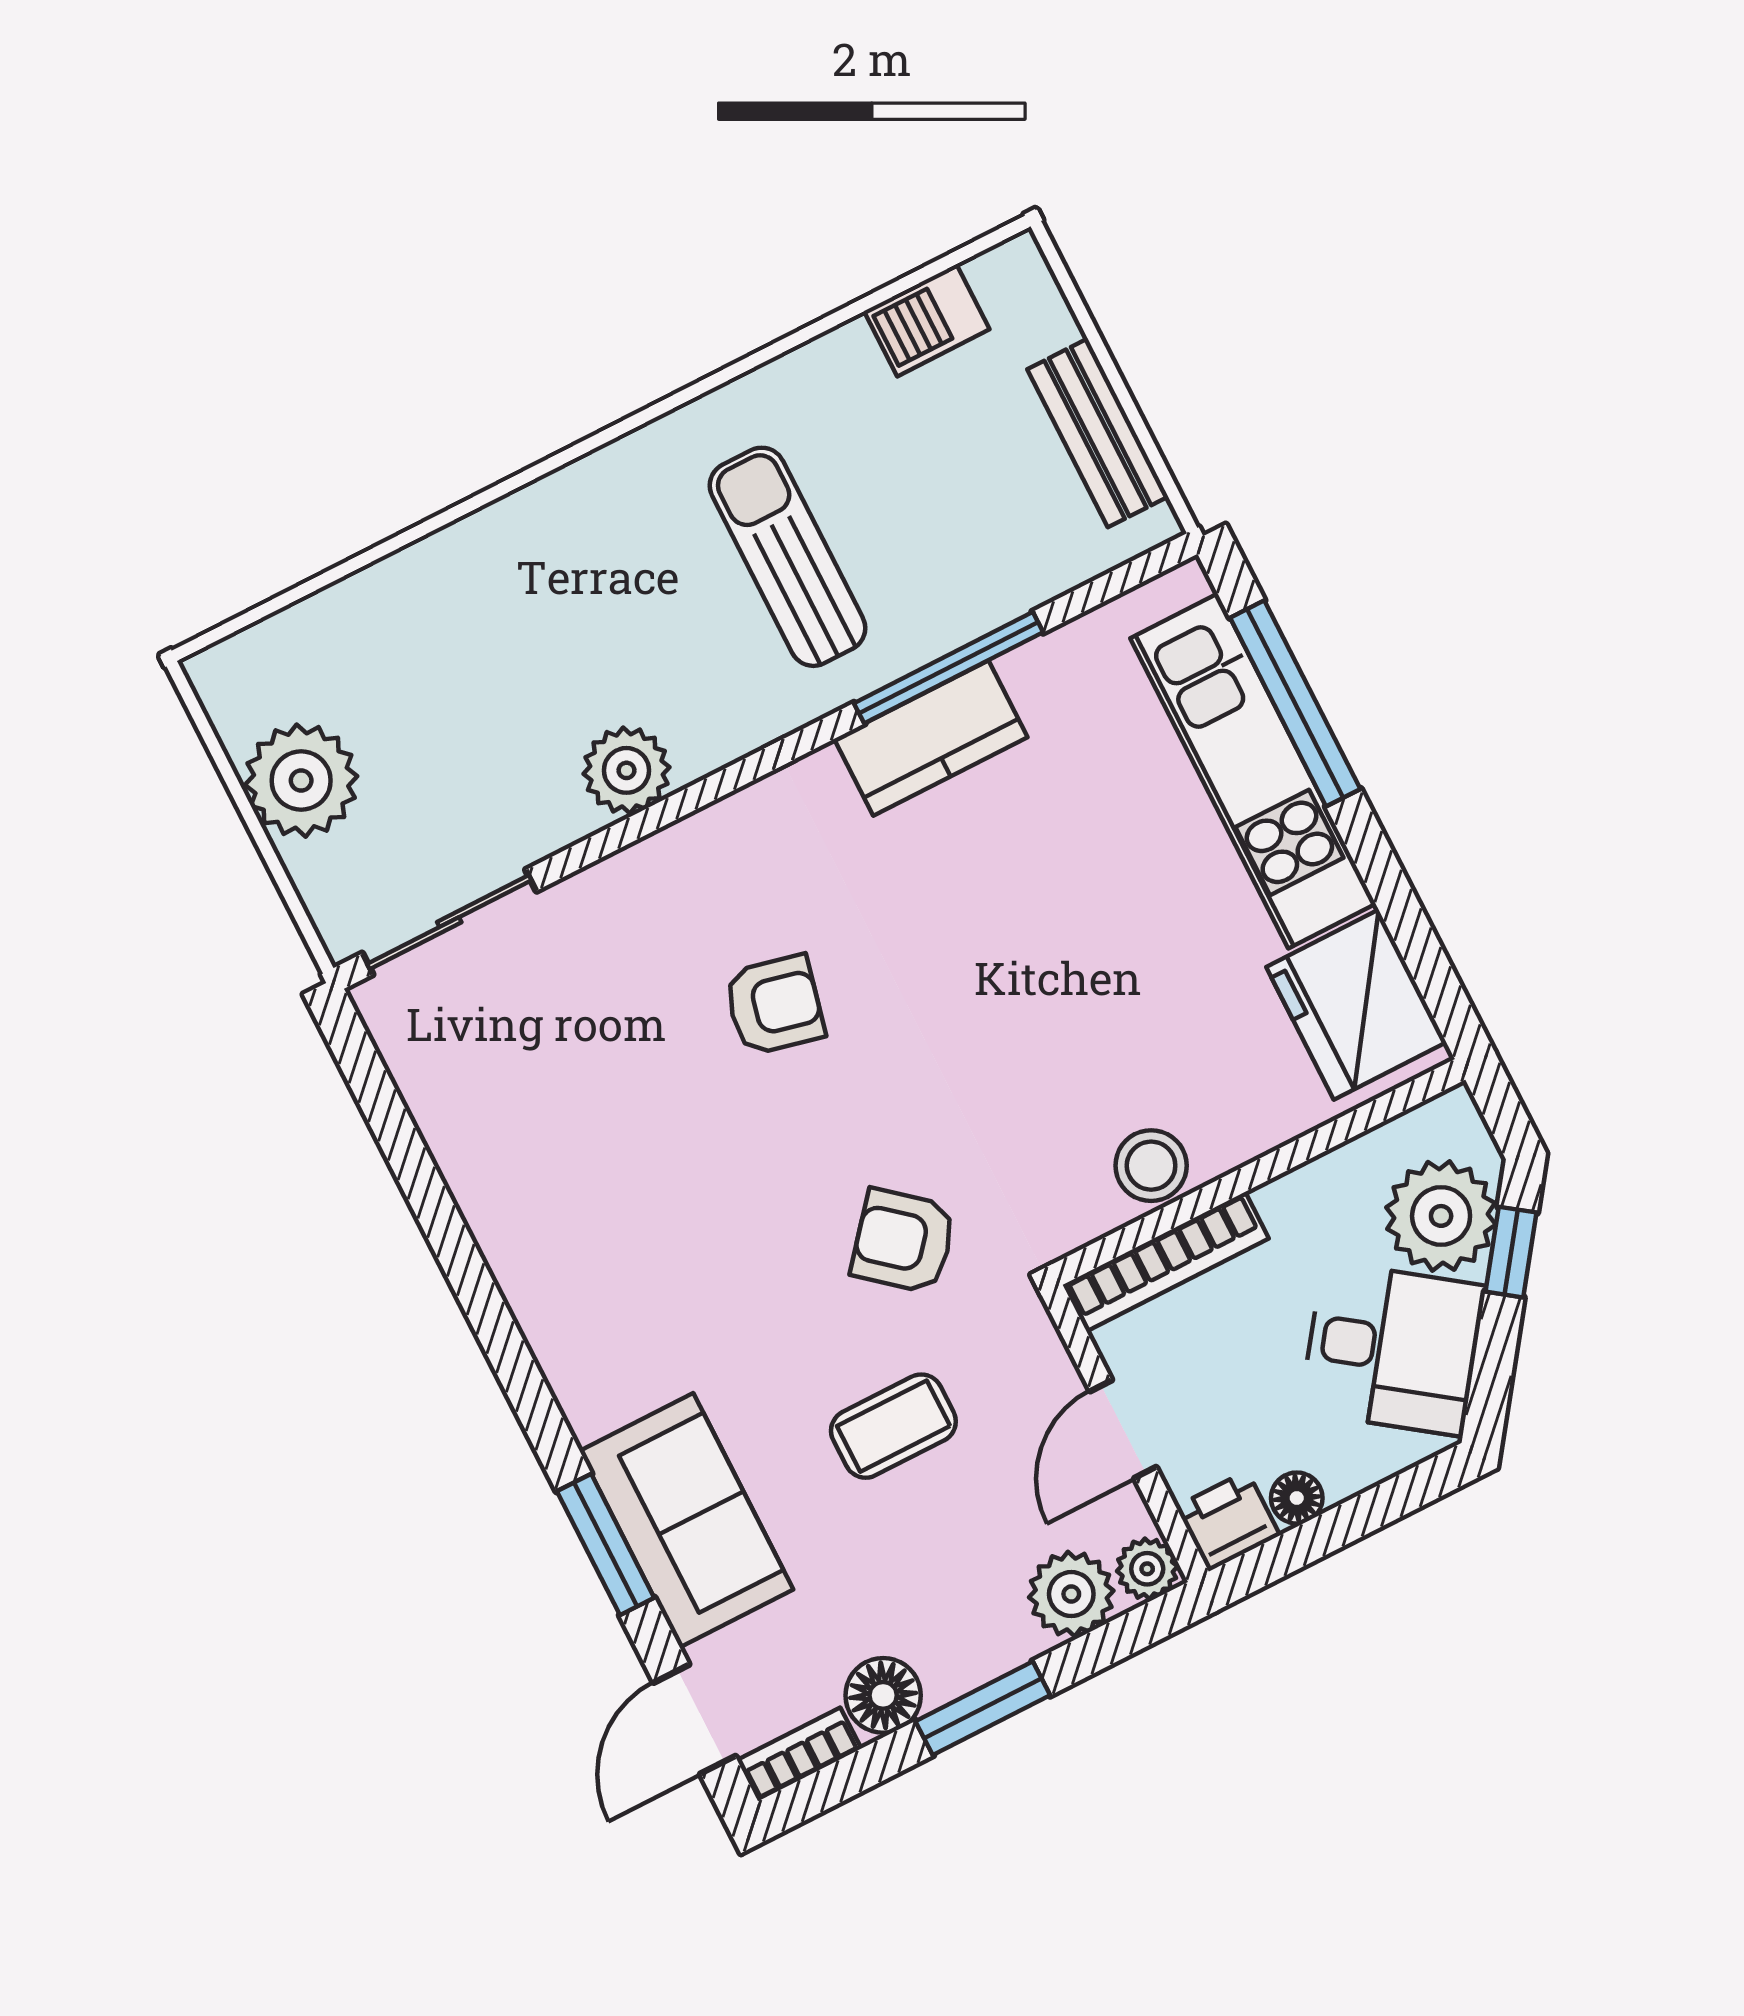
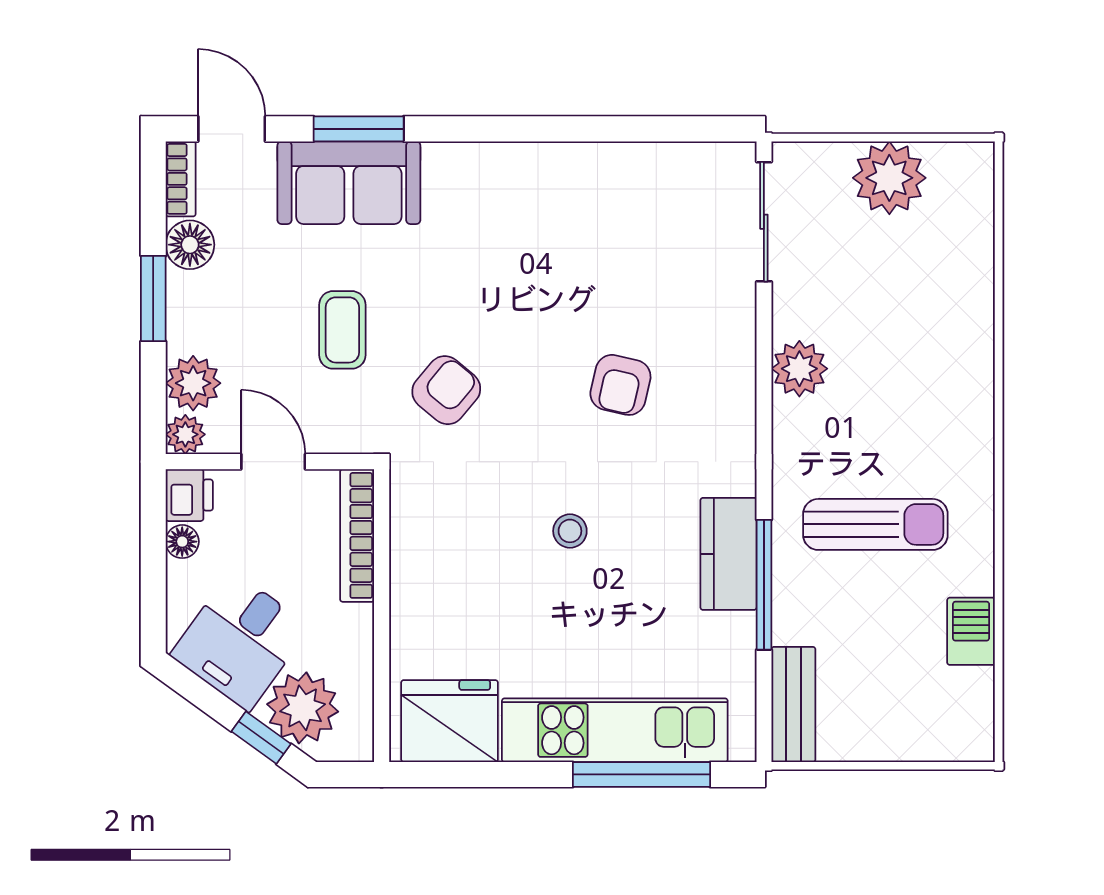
barbecue: (927, 320) -> (971, 631), moved
bench: (1098, 433) -> (793, 704), moved, turned 90
stool: (1151, 1166) -> (570, 531), moved, width x0.73, depth x0.73

